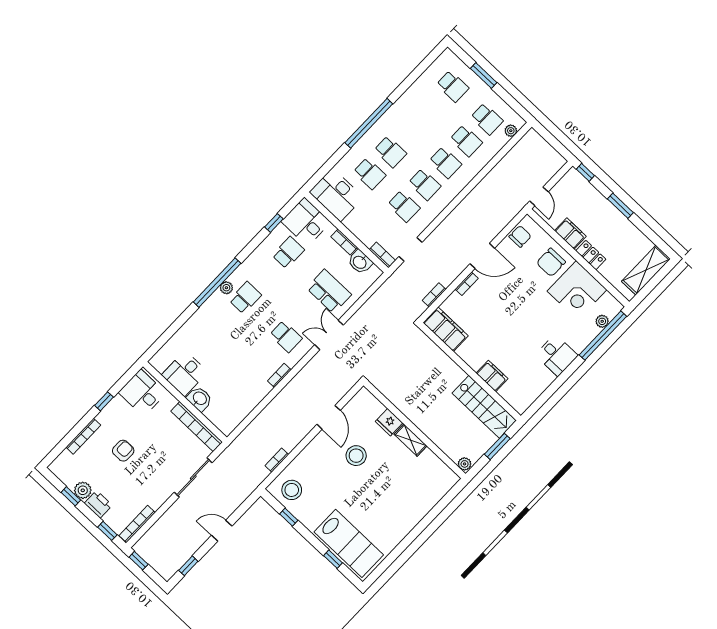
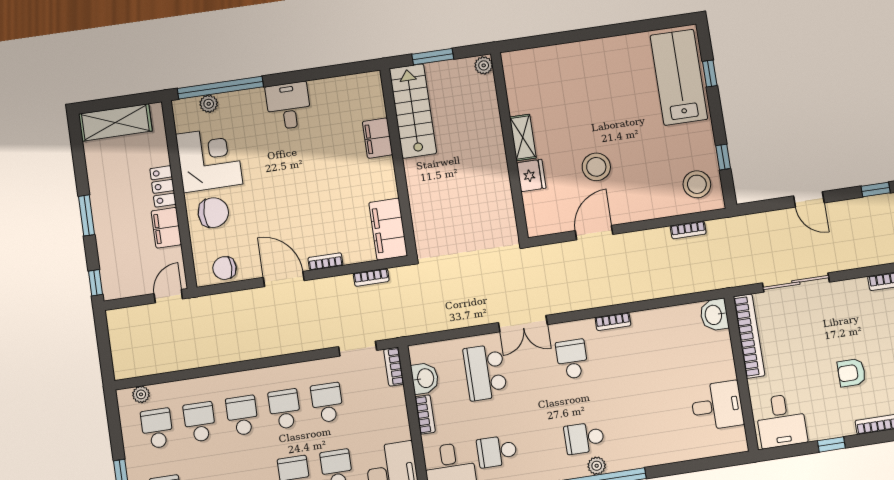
washbasin: (199, 399) -> (714, 315), moved

